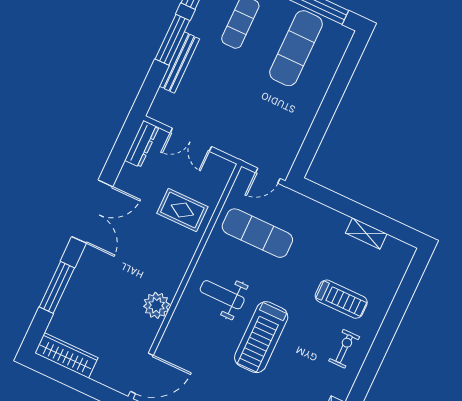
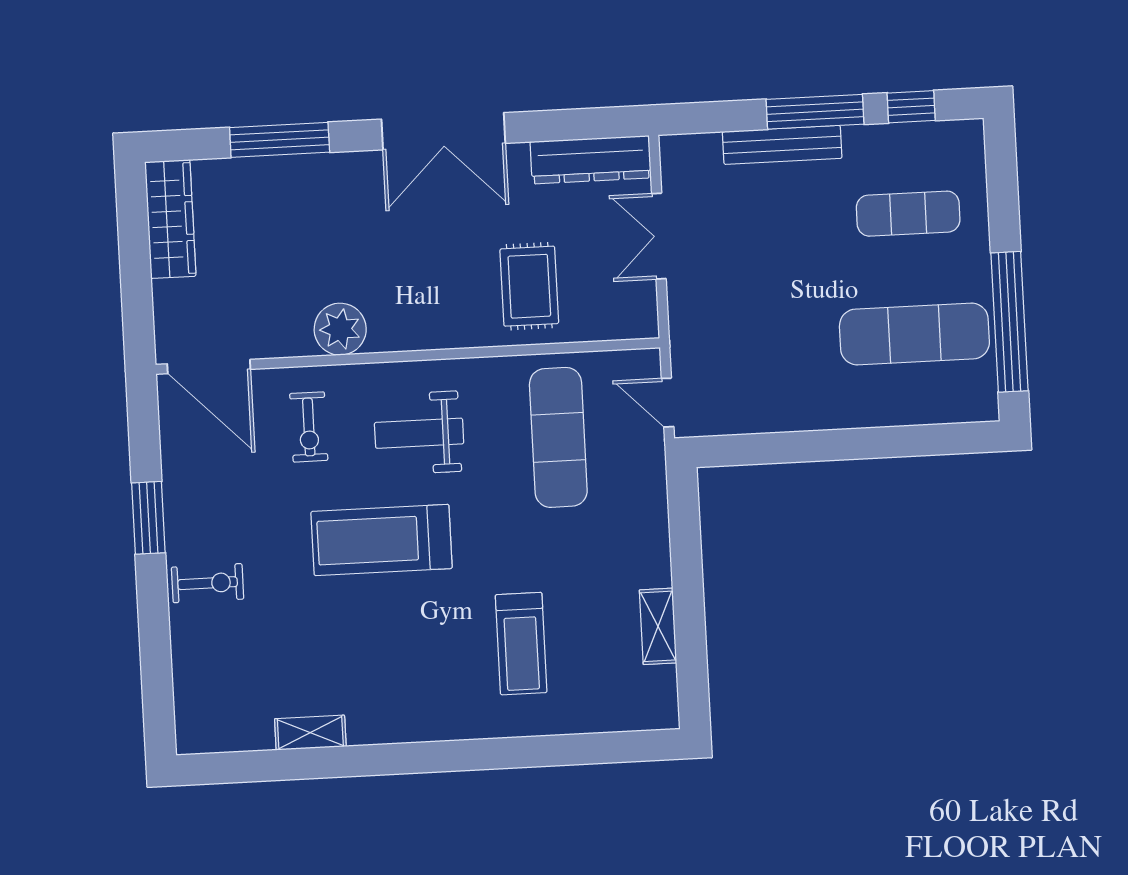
dresser: (142, 144) -> (591, 160), width x1.37, depth x1.24
weight bench: (222, 295) -> (419, 433), turned -90
exercise bike: (344, 349) -> (309, 427), moved, turned 90

